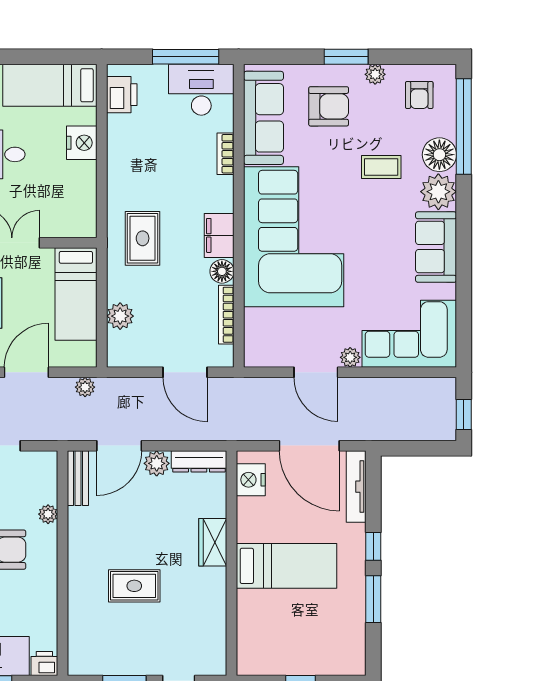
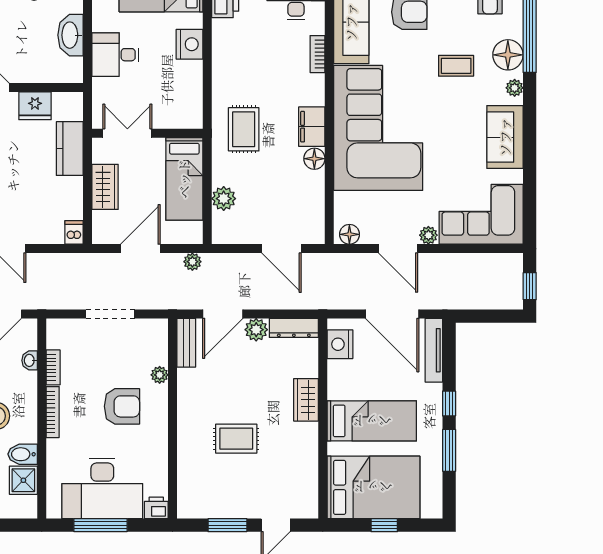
plant: (438, 192) -> (515, 88), width x0.53, depth x0.53
bookcase: (226, 315) -> (318, 197), removed
floor lamp: (261, 356) -> (349, 234), added
bed: (288, 641) -> (373, 487), added

